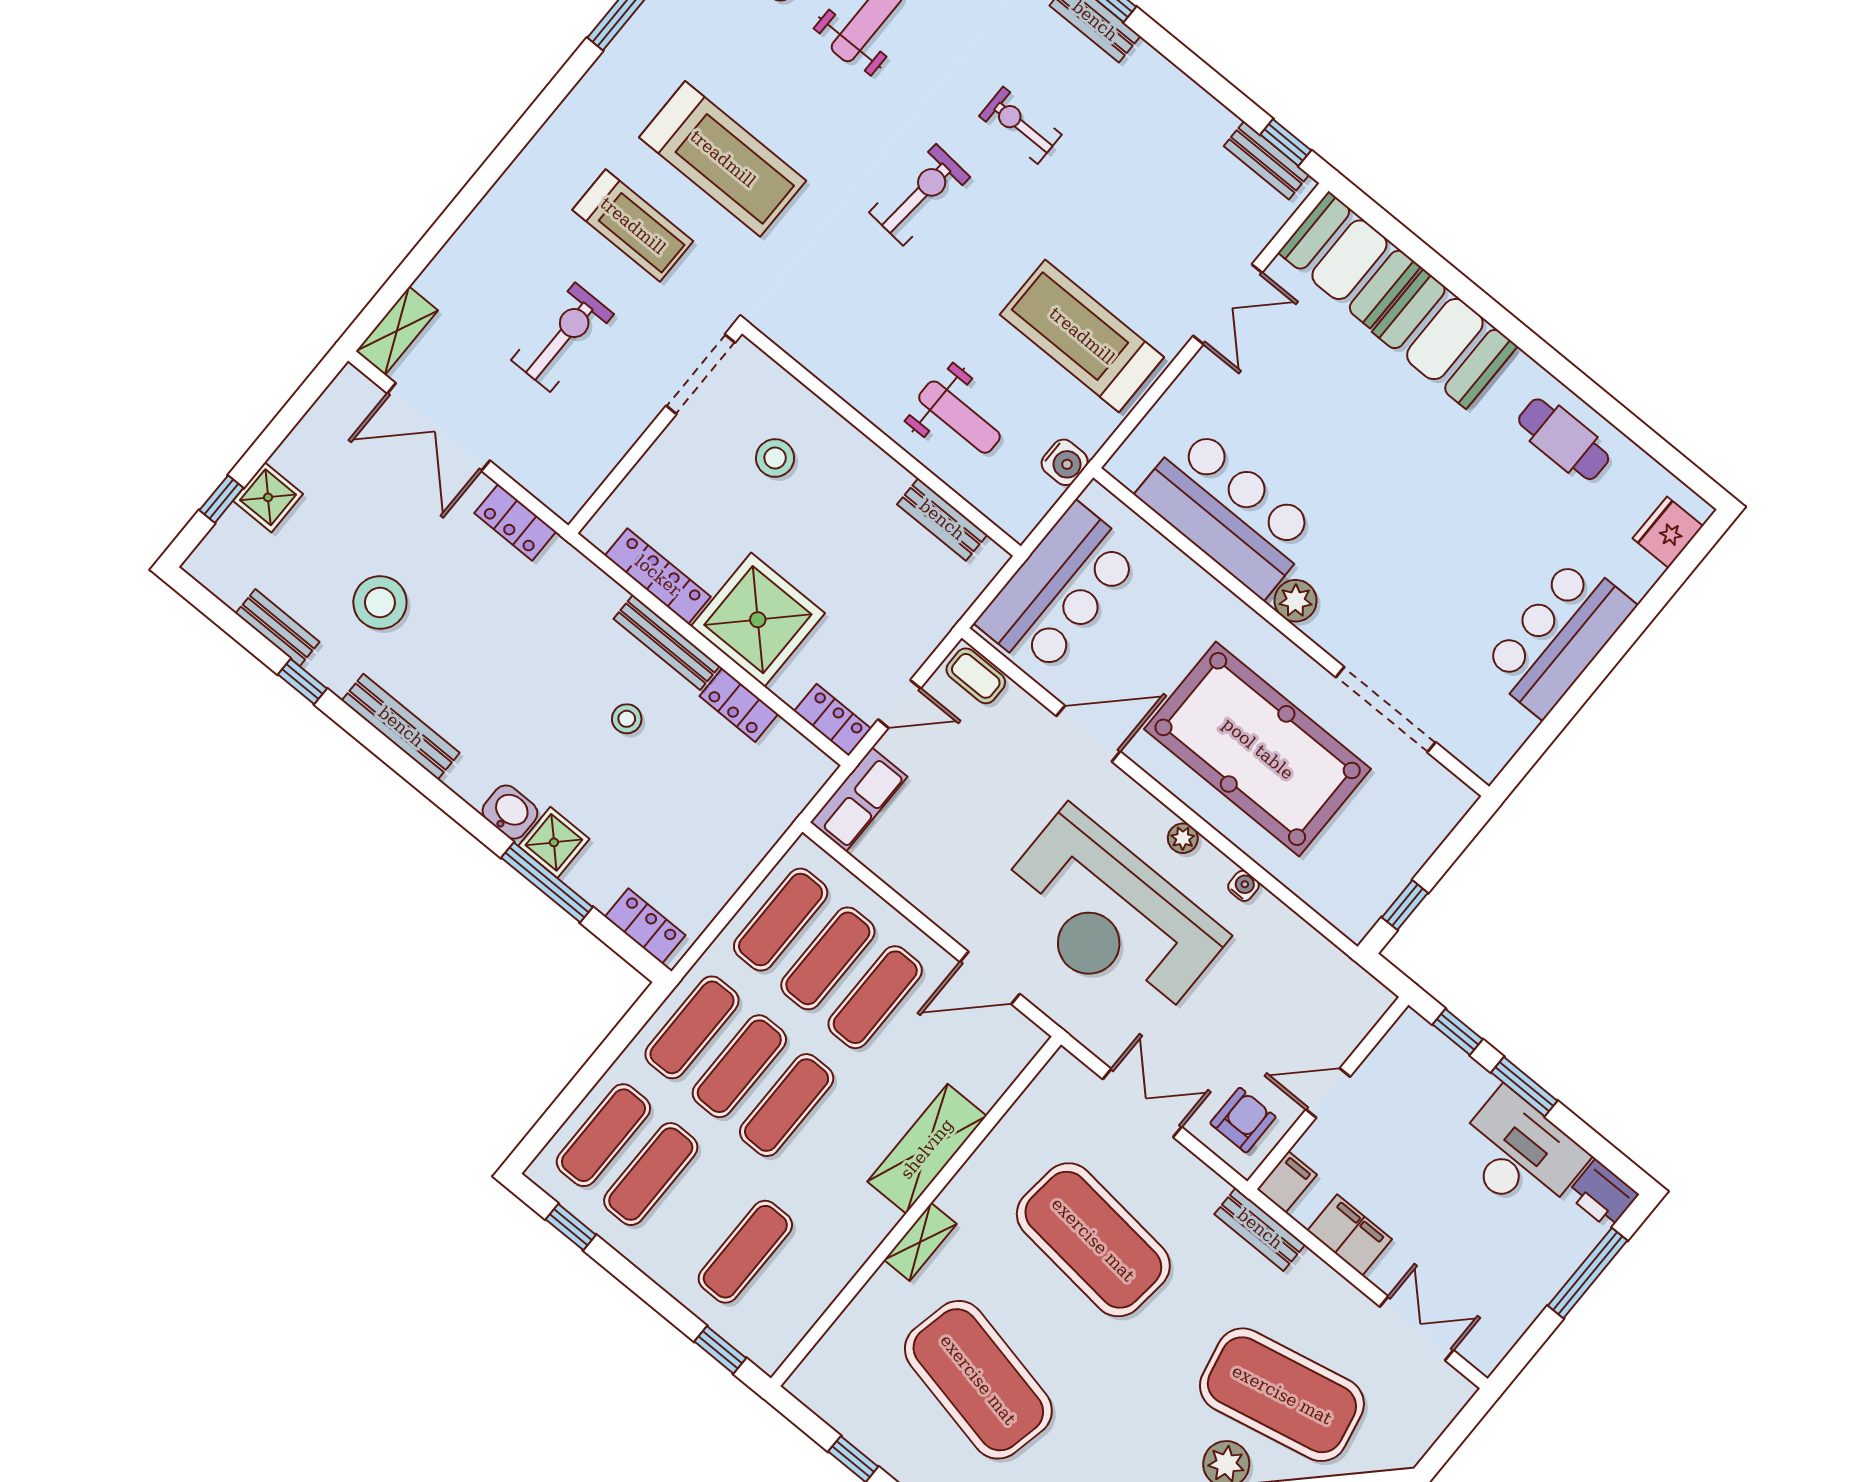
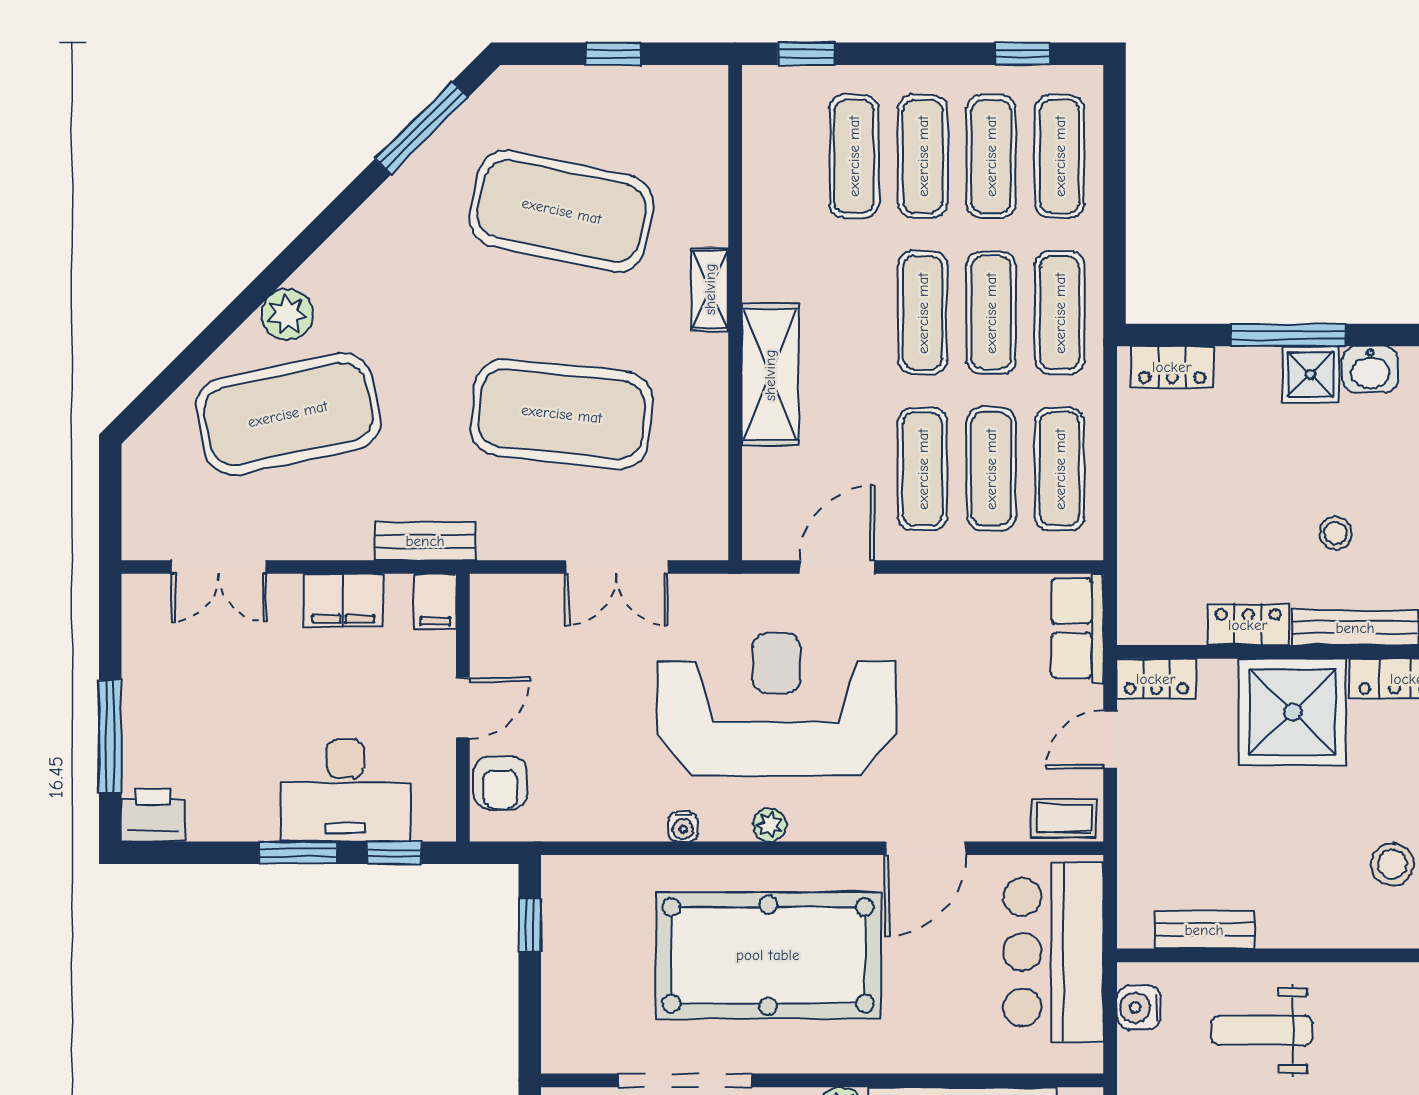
water cooler: (1065, 462) -> (1139, 1007), moved
armchair: (1243, 1120) -> (500, 783), moved
desk: (1519, 1155) -> (345, 790), moved
exercise mat: (698, 1213) -> (923, 156), added

